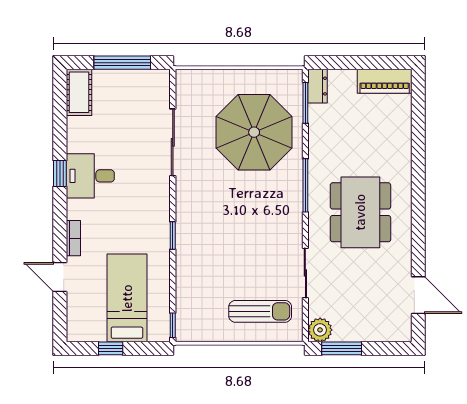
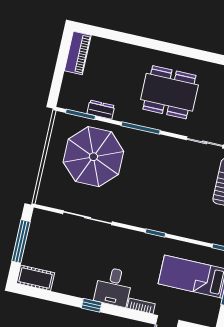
dresser: (318, 86) -> (101, 110), moved
desk: (90, 176) -> (113, 287), moved

